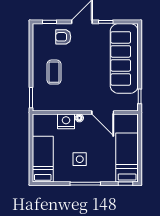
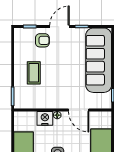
armchair: (63, 37) -> (42, 40), turned 180

